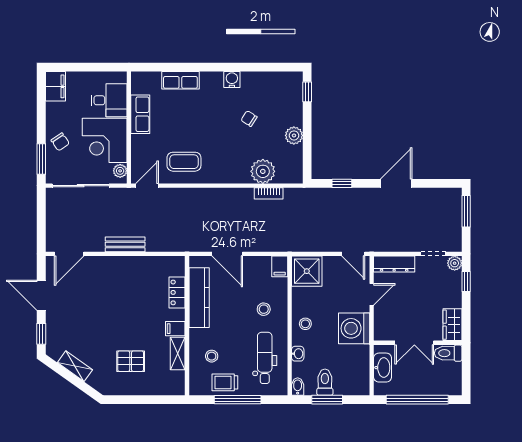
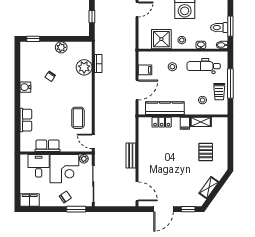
filing cabinet: (280, 266) -> (145, 70), moved
shower: (307, 271) -> (161, 39), moved

